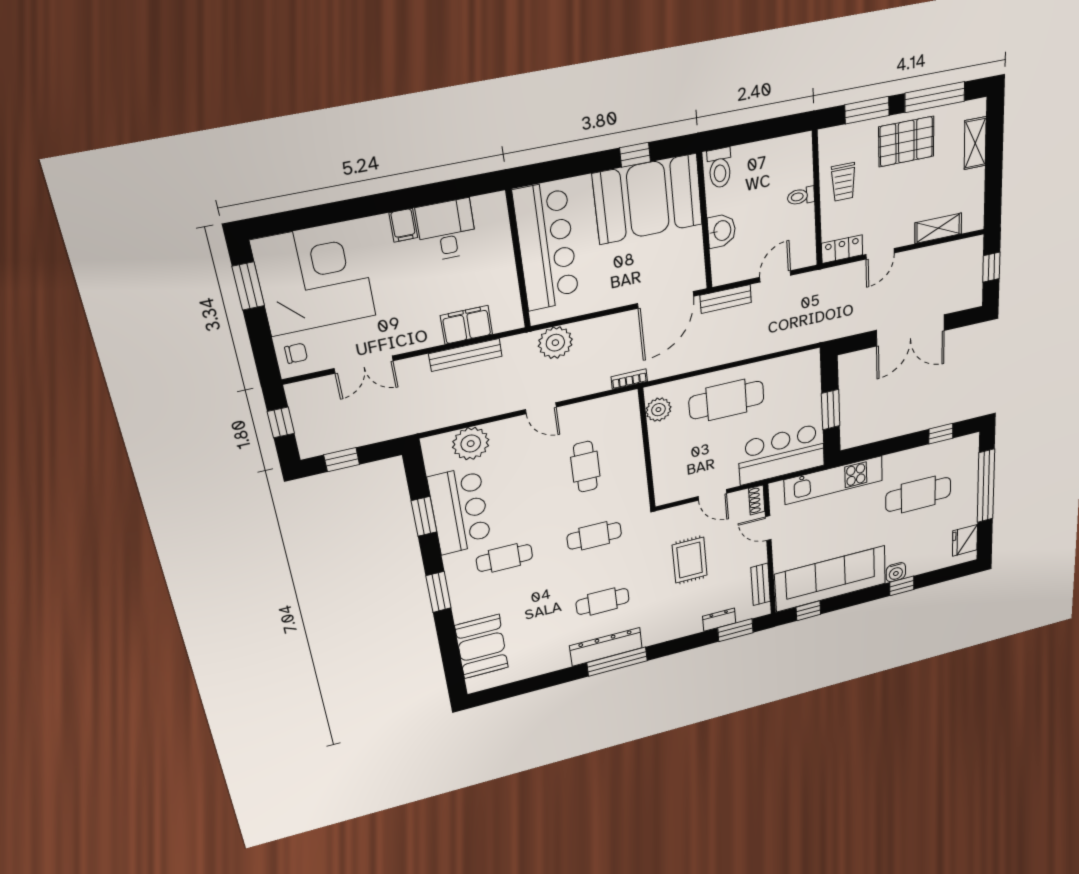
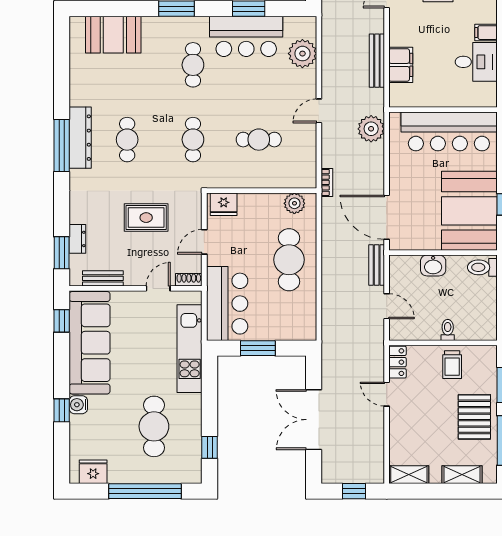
trolley: (843, 182) -> (452, 365), turned -90
shelving: (938, 228) -> (409, 475), moved, turned 90
fridge: (667, 485) -> (224, 204), added

